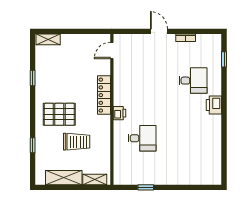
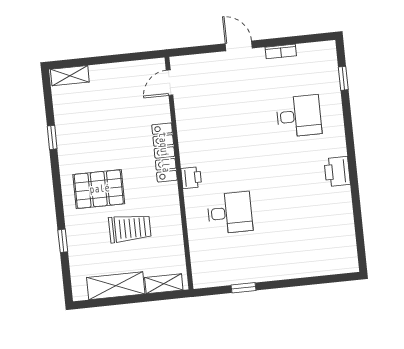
printer: (214, 105) -> (337, 172), moved

